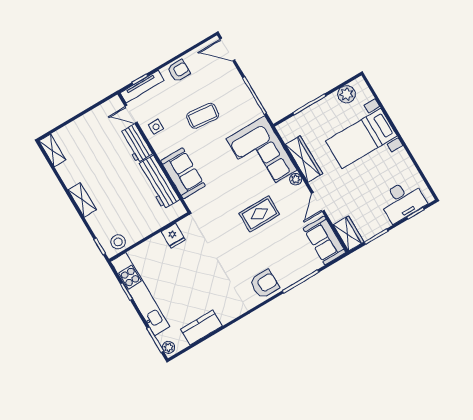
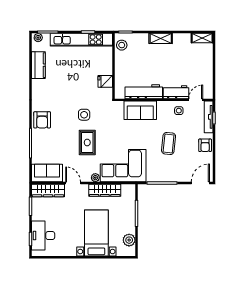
wardrobe: (349, 233) -> (48, 190), width x1.50
side table: (228, 237) -> (84, 115), added

